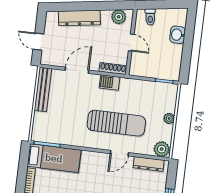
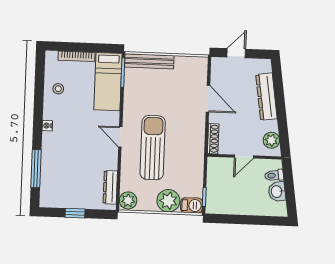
washbasin: (178, 35) -> (277, 192), moved, turned -98
barbecue: (110, 83) -> (192, 205), moved, turned 90
bench: (43, 89) -> (149, 61), moved
plant: (169, 118) -> (168, 201), width x1.87, depth x1.87
sun lounger: (116, 123) -> (153, 148), turned 180
door: (119, 153) -> (120, 137), moved

